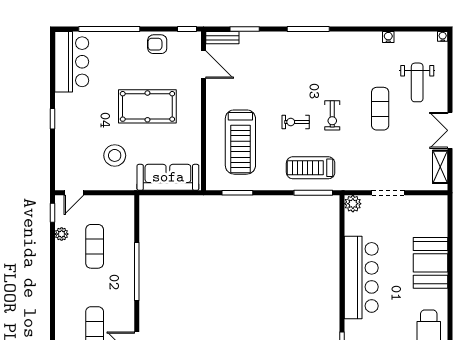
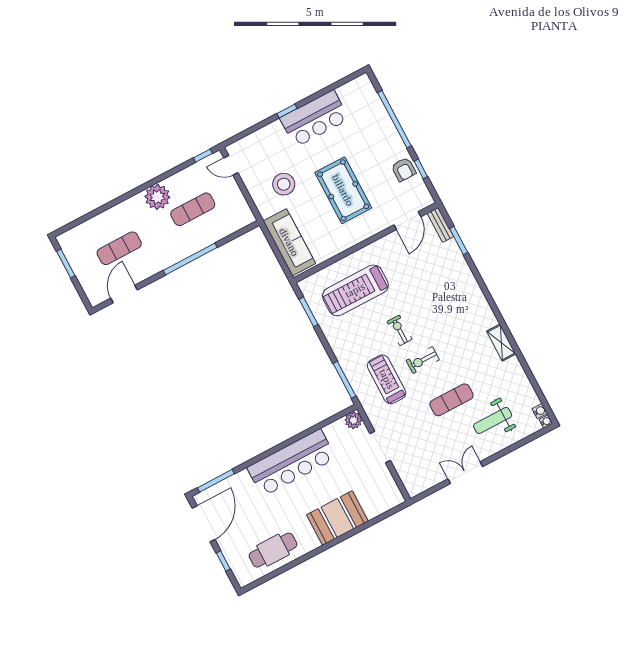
window: (187, 29) -> (421, 169), moved
window: (308, 29) -> (489, 298), removed
water cooler: (388, 37) -> (540, 411), moved
armchair: (157, 44) -> (404, 169), turned 180
bar counter: (72, 62) -> (314, 119), moved
shelving: (440, 167) -> (501, 343), moved, turned 90
treadmill: (311, 168) -> (387, 379), moved
plant: (62, 234) -> (157, 197), moved, width x1.88, depth x1.88

